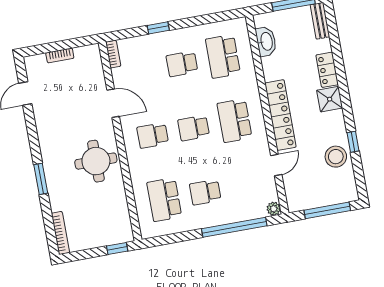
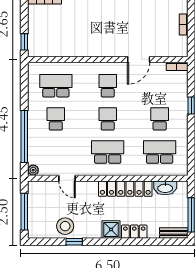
locker: (280, 115) -> (125, 189), moved
round table: (96, 161) -> (96, 38), removed

